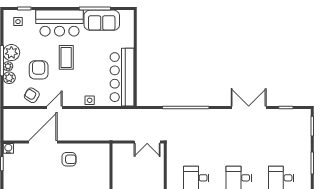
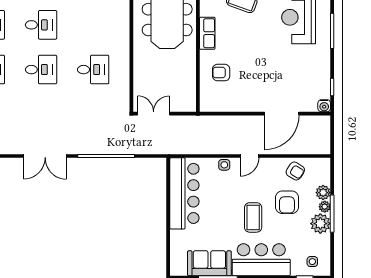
door: (55, 107) -> (249, 156), moved
double door: (249, 107) -> (45, 156), moved
armchair: (69, 159) -> (221, 73), moved

